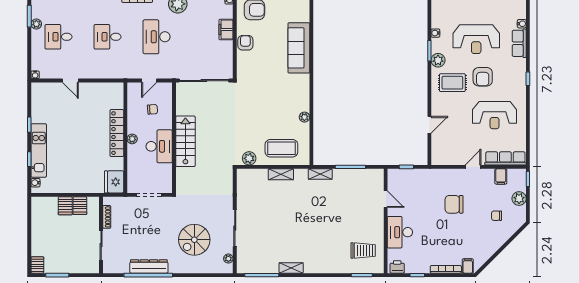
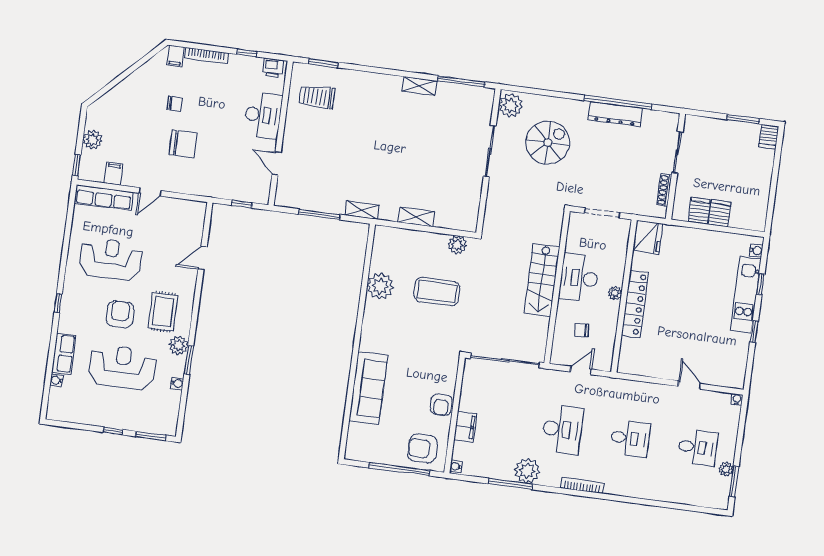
rug: (452, 83) -> (163, 312), turned 90
plant: (304, 117) -> (380, 286), width x1.87, depth x1.87
coffee table: (281, 148) -> (437, 291), moved
chair: (497, 216) -> (175, 104), moved
plant: (228, 259) -> (511, 106), width x1.88, depth x1.88

